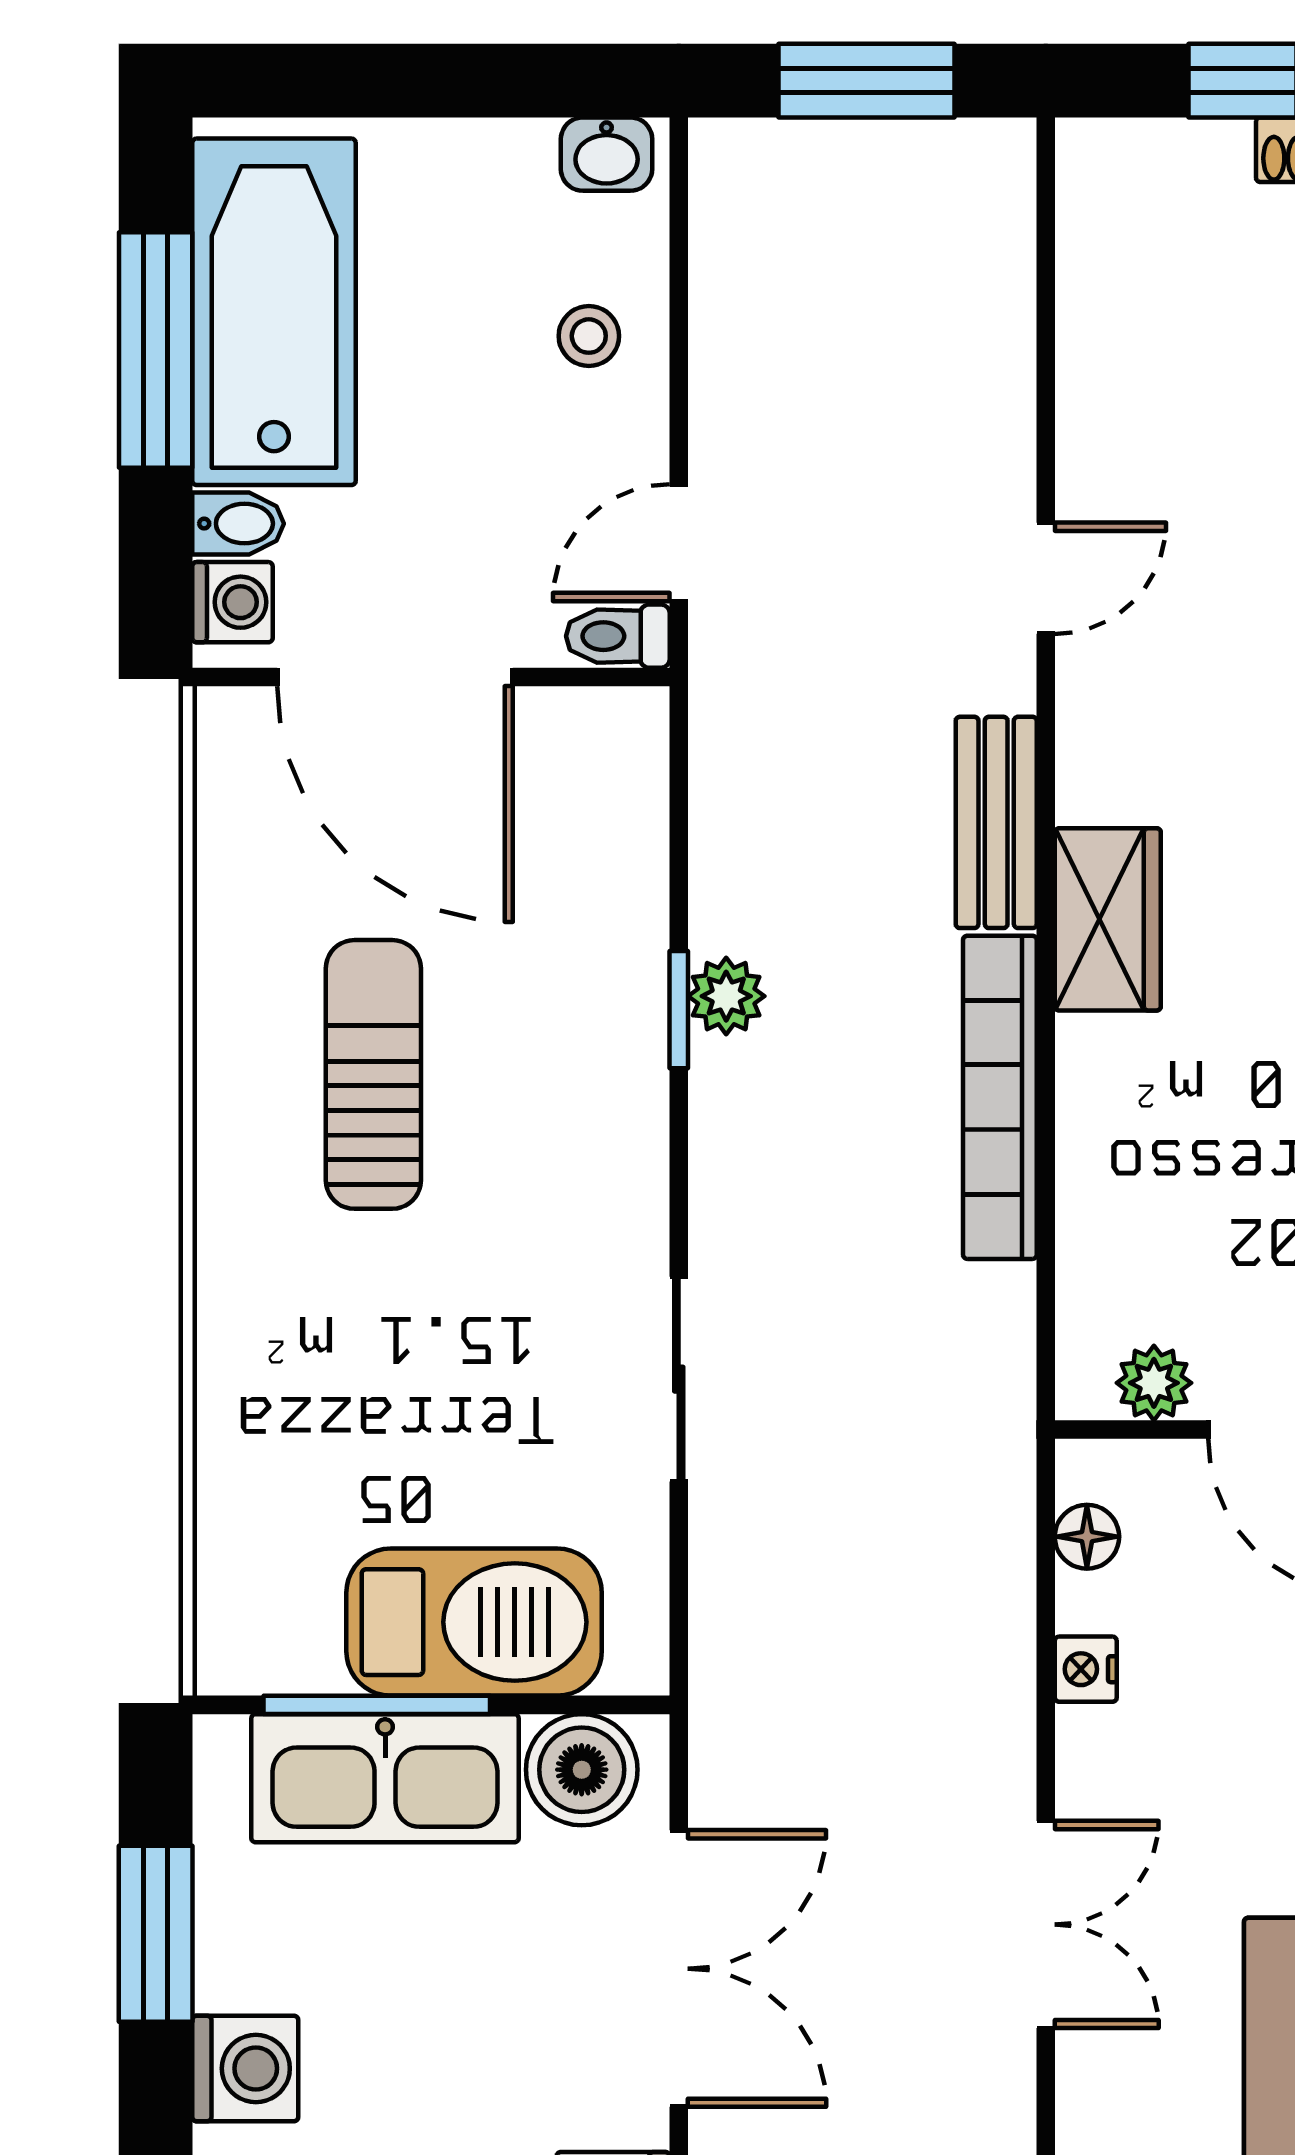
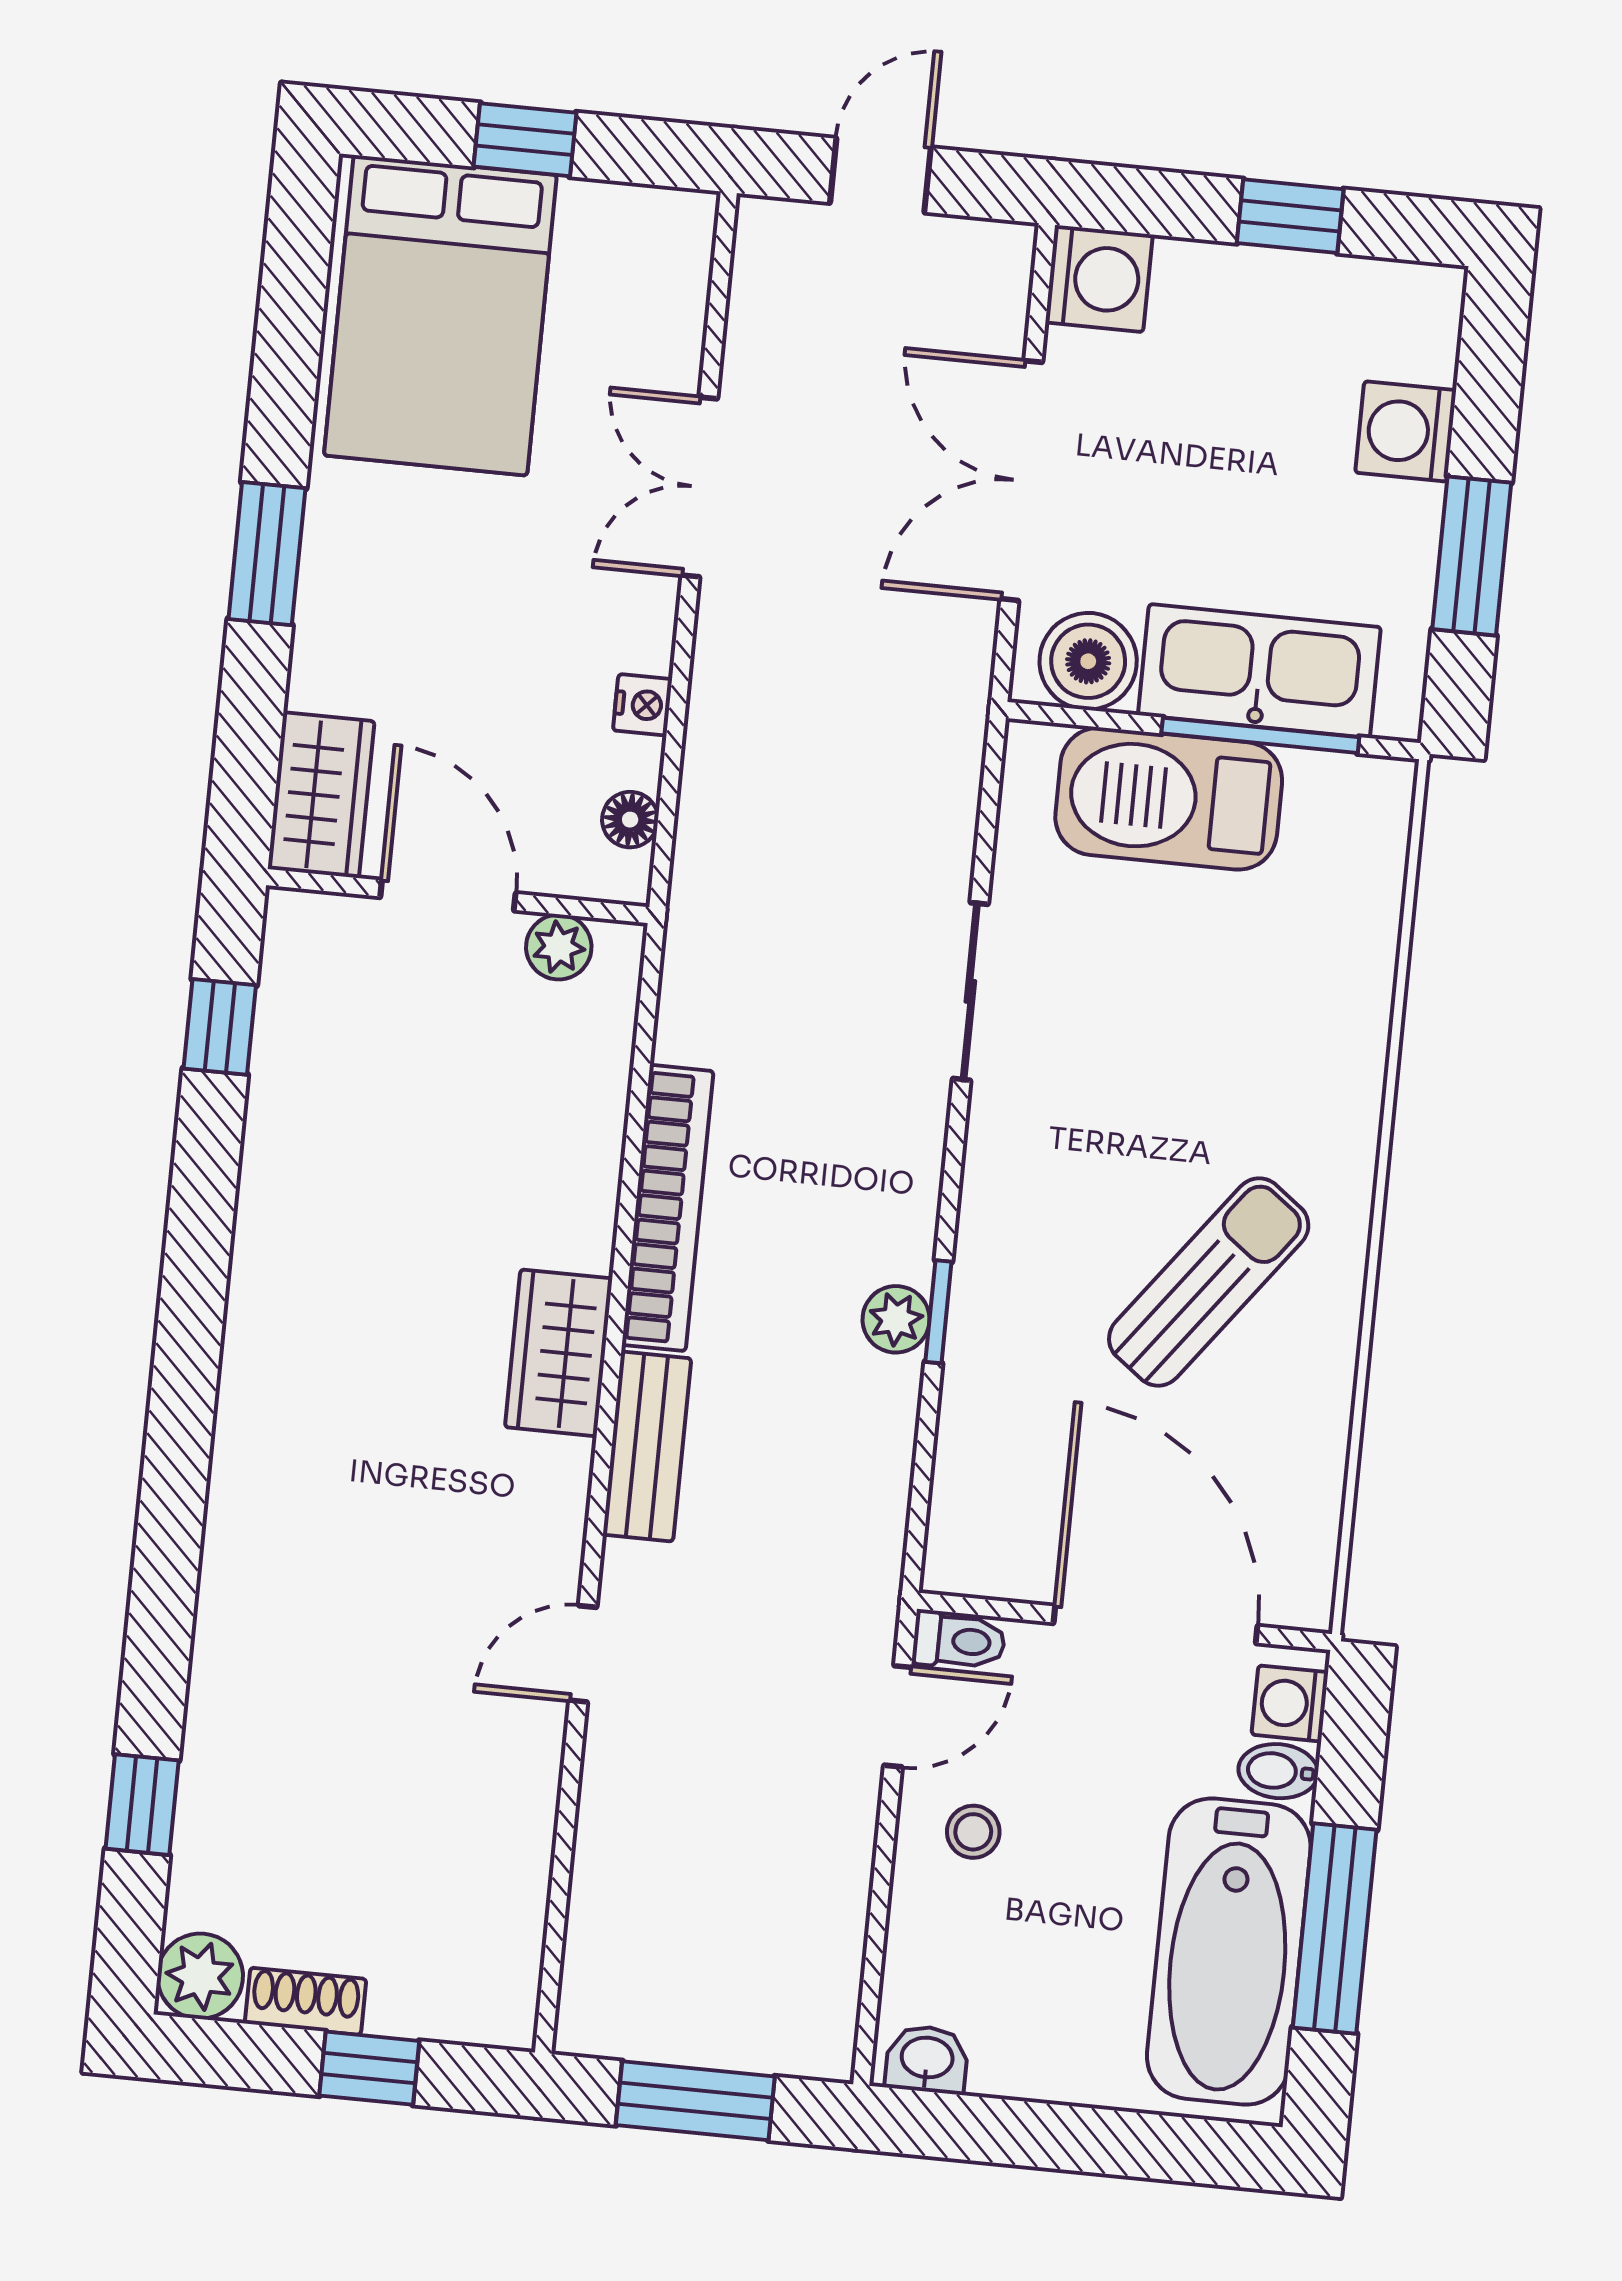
stool: (589, 336) -> (973, 1832), moved
sun lounger: (373, 1074) -> (1209, 1282), turned -143

